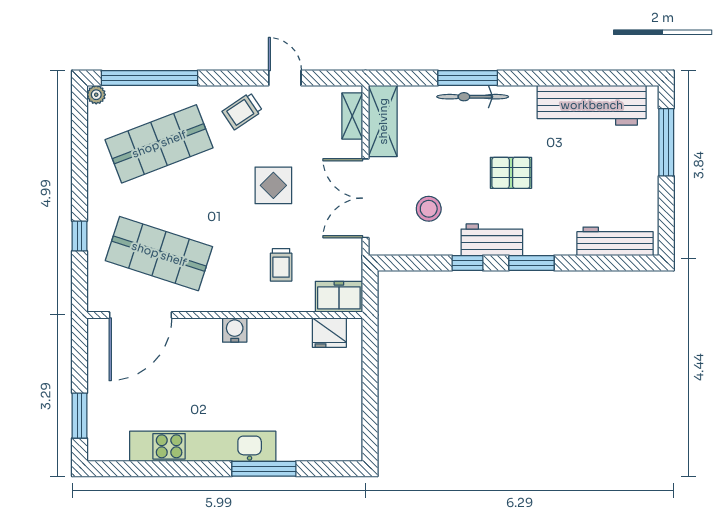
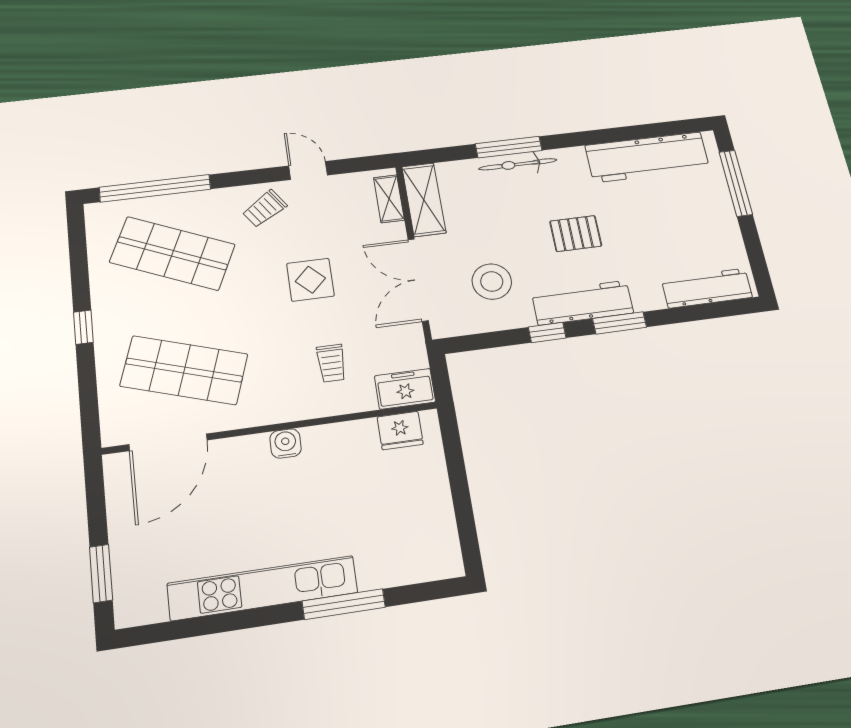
plant: (96, 95) -> (95, 212), removed
shop shelf: (159, 144) -> (172, 253), turned 45
stool: (429, 209) -> (492, 281), width x1.38, depth x1.38
window: (79, 236) -> (83, 327), moved
workbench: (492, 240) -> (583, 303), width x1.38

